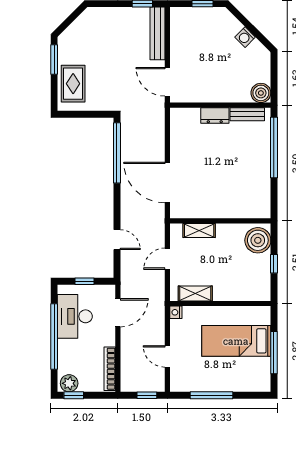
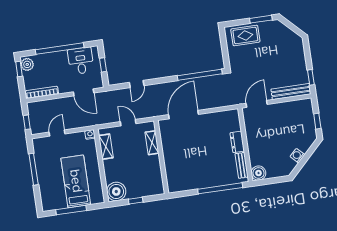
boiler: (258, 240) -> (116, 191), moved
desk: (75, 316) -> (81, 61), width x0.73

